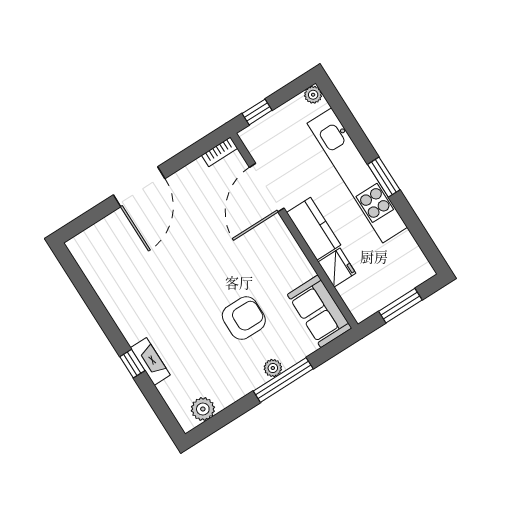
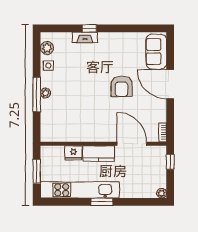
kitchen unit: (357, 175) -> (80, 190), moved
sofa: (319, 311) -> (156, 52), moved, turned -90
armchair: (244, 318) -> (122, 86), moved
side table: (228, 390) -> (48, 66), added

